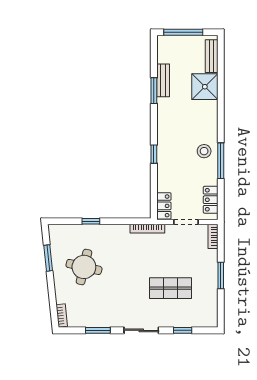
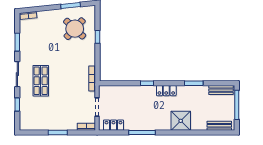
bench: (163, 80) -> (221, 90), moved
shower: (205, 87) -> (181, 121), moved
stool: (204, 151) -> (149, 120), removed
locker: (164, 206) -> (166, 91), moved
round table: (84, 267) -> (75, 29), moved, turned 30
shop shelf: (170, 288) -> (41, 81), moved

